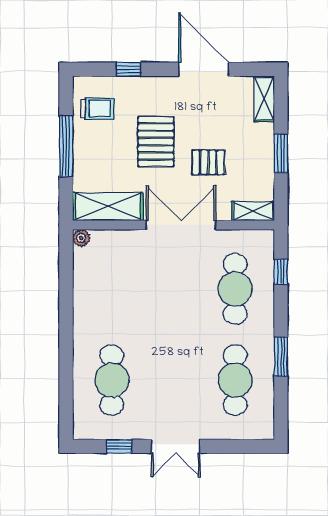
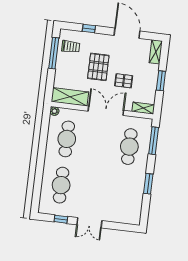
window: (66, 146) -> (54, 53), moved
window: (281, 272) -> (154, 141), width x2.17
cafe table: (235, 380) -> (67, 139), moved

